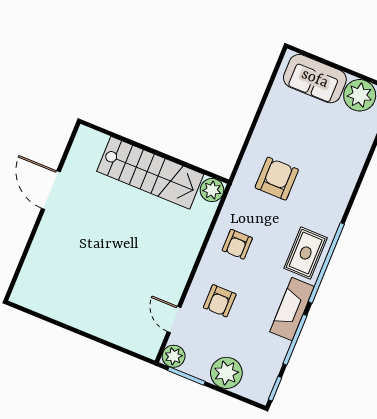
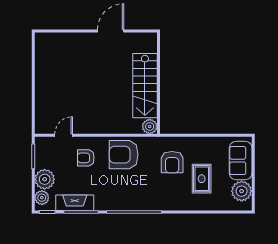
armchair: (277, 179) -> (172, 162), turned 90
armchair: (237, 244) -> (124, 155), width x1.88, depth x1.88
rug: (306, 253) -> (202, 179), moved, turned 90
fireplace: (292, 309) -> (75, 203), moved
plant: (174, 356) -> (42, 198), moved

